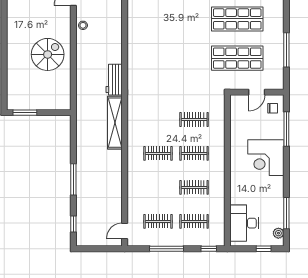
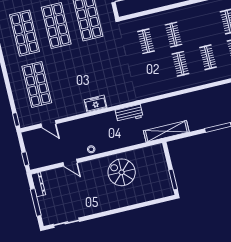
freezer: (135, 43) -> (95, 104), added
shelving: (115, 123) -> (166, 131), moved
clothes rail: (194, 187) -> (208, 57), moved

